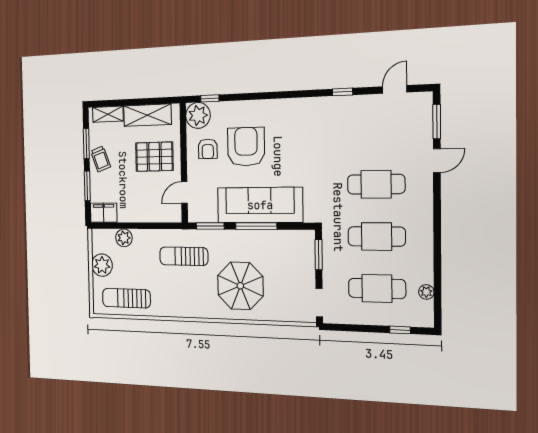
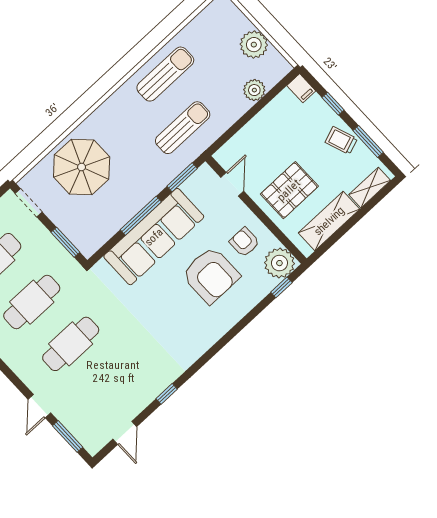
window: (87, 186) -> (333, 104), width x0.67
filing cabinet: (104, 213) -> (301, 88), width x0.50
parasol: (240, 286) -> (82, 167), moved
sun lounger: (126, 298) -> (165, 74), moved

